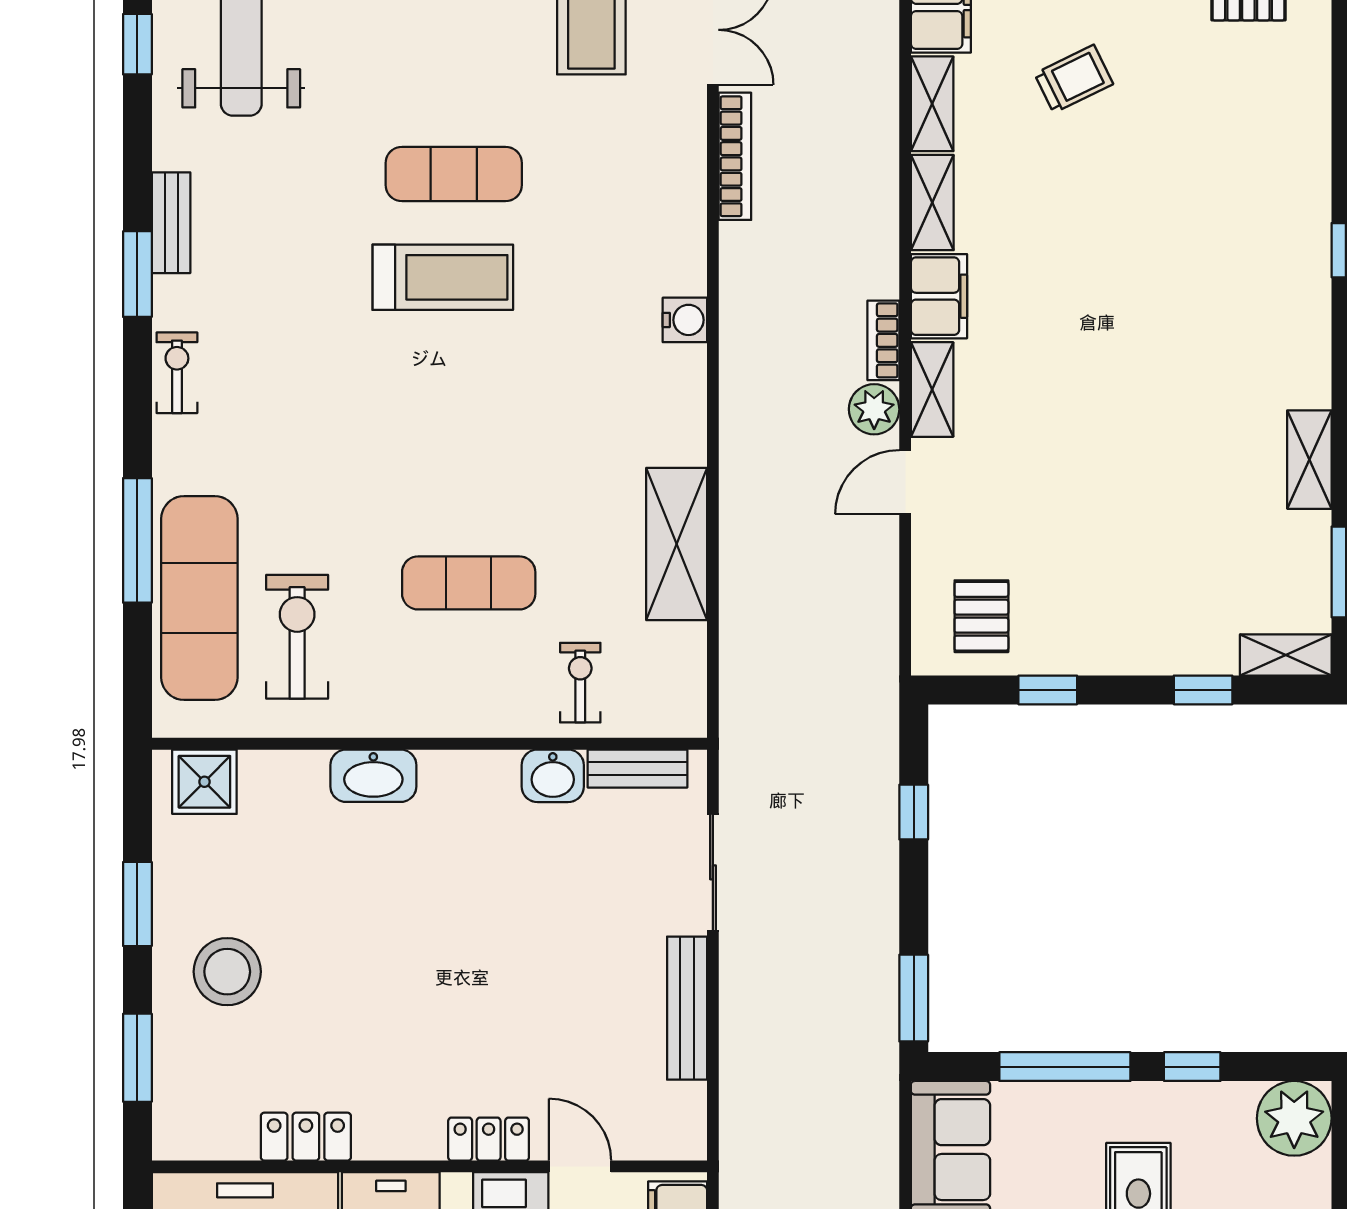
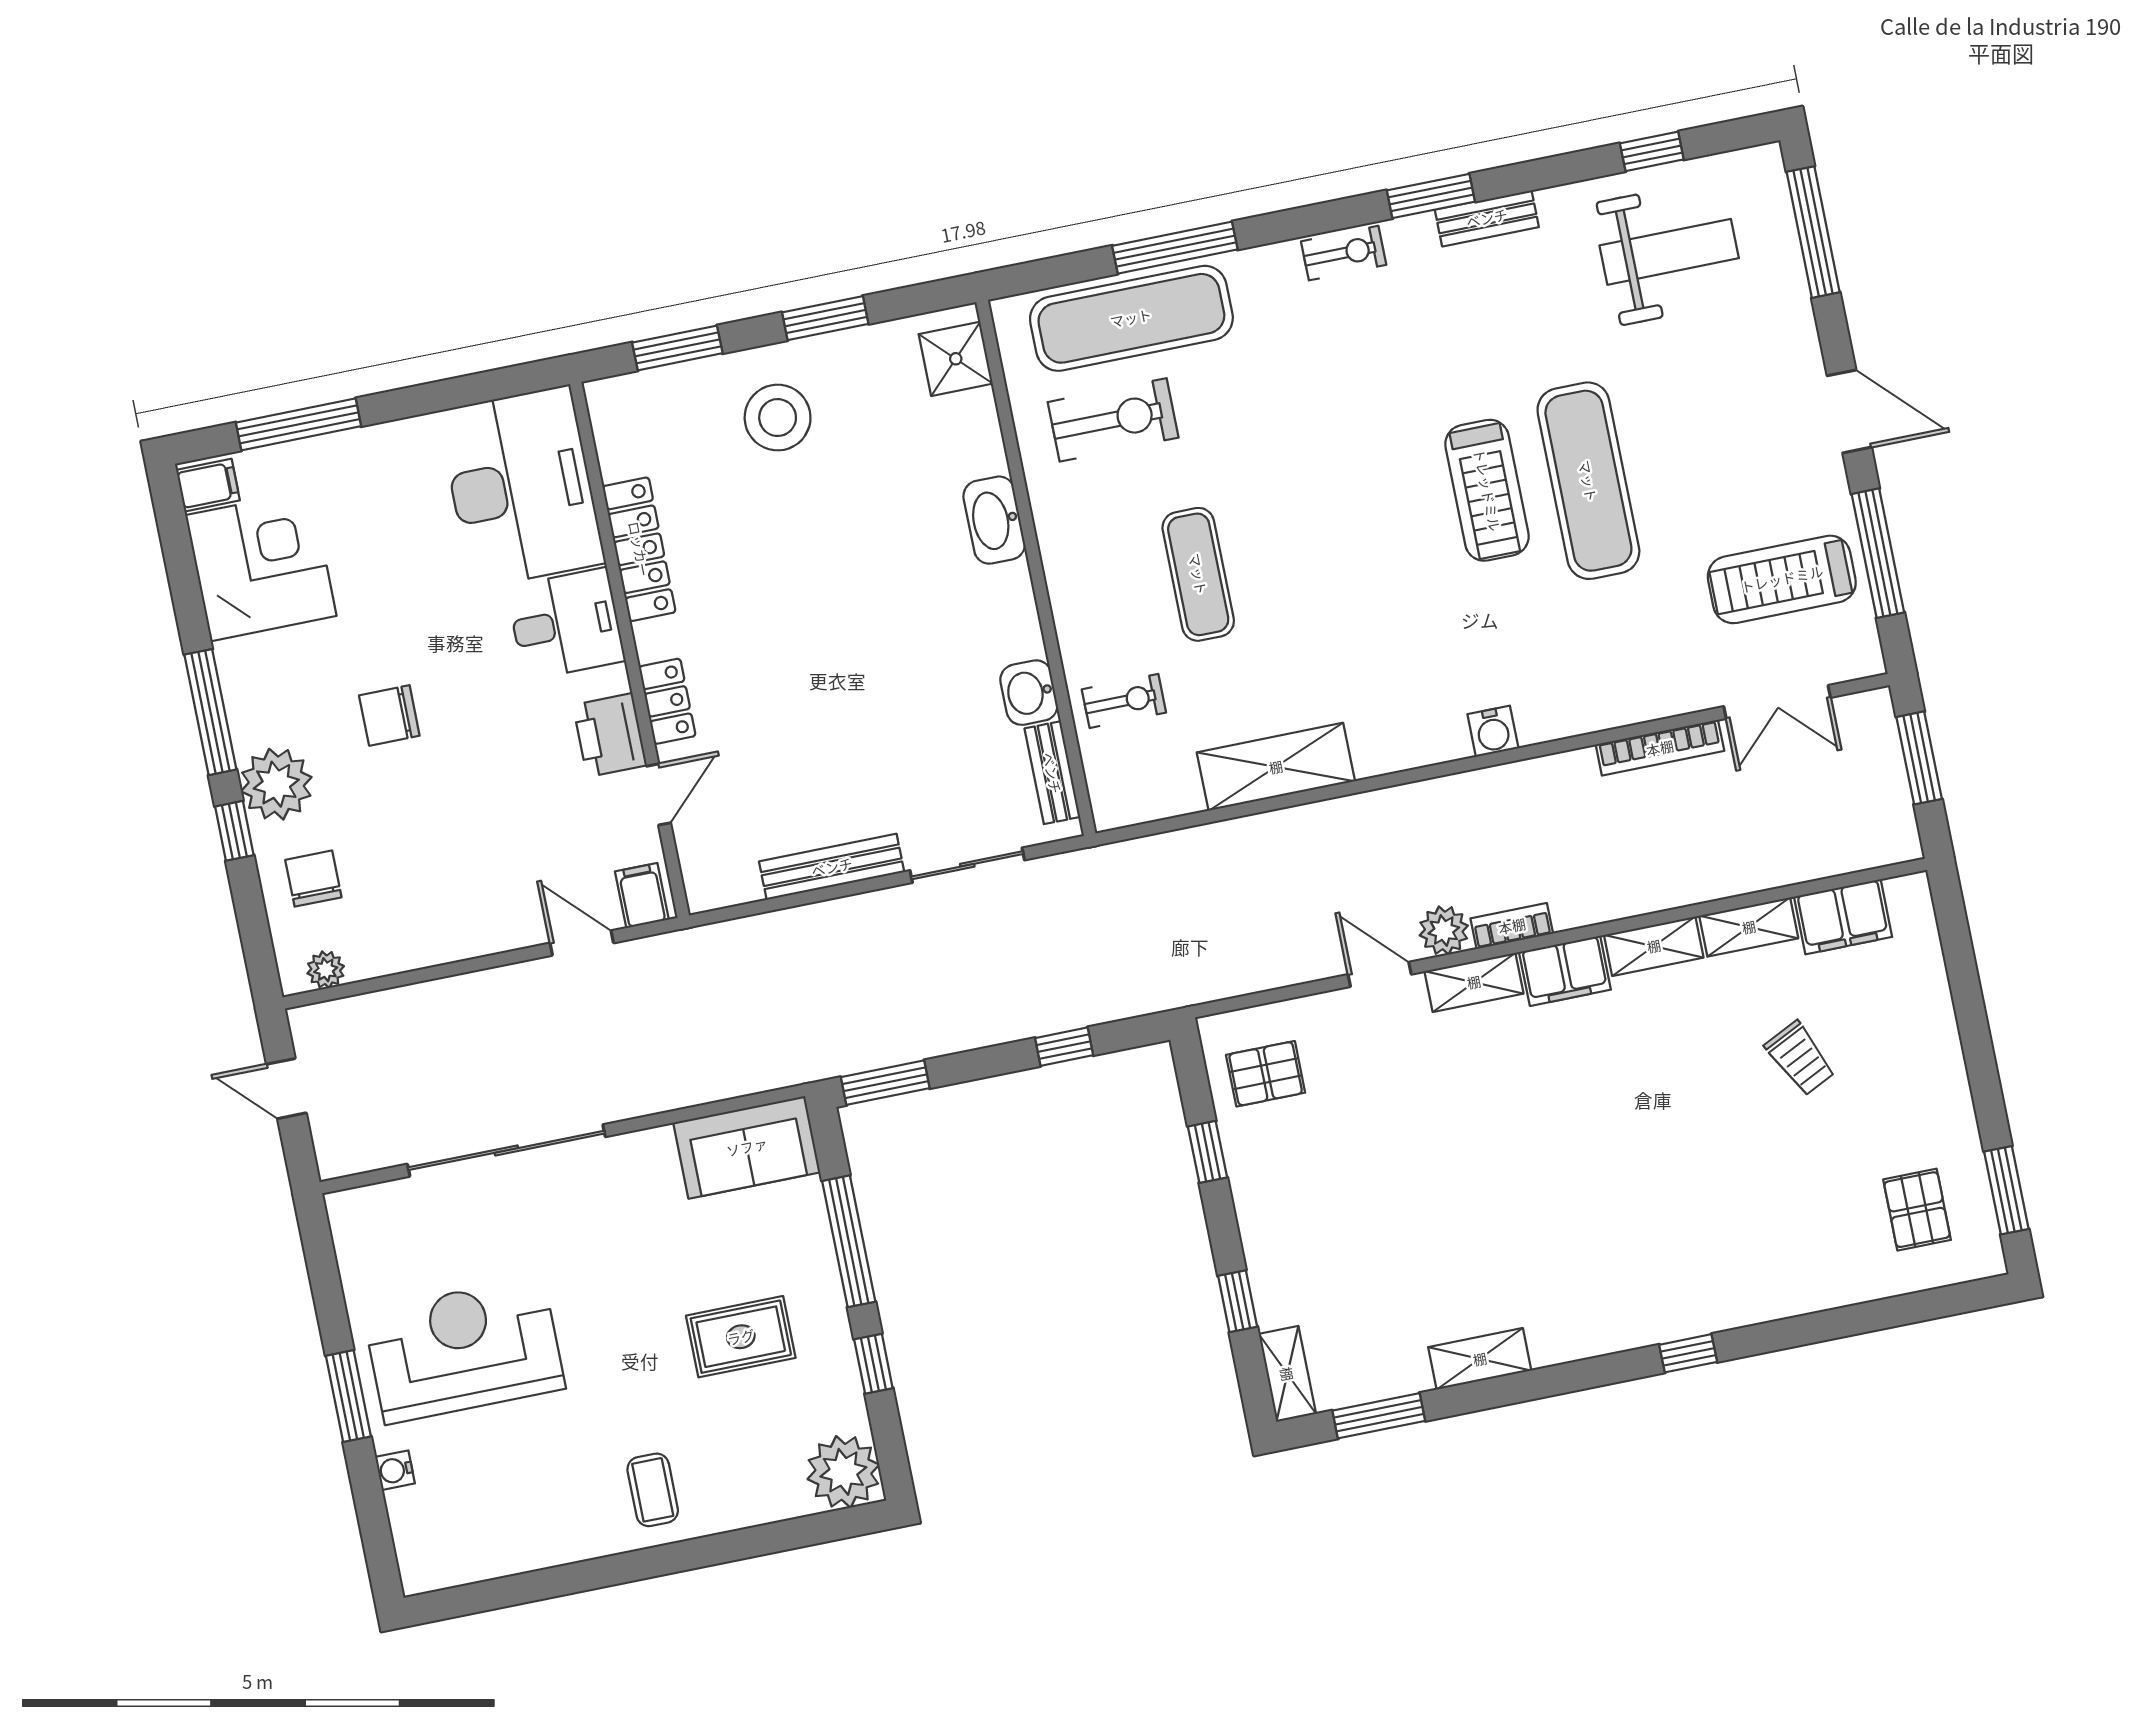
exercise mat: (454, 174) -> (1588, 481), width x1.36, depth x1.45
locker: (306, 1137) -> (639, 549), width x1.53

